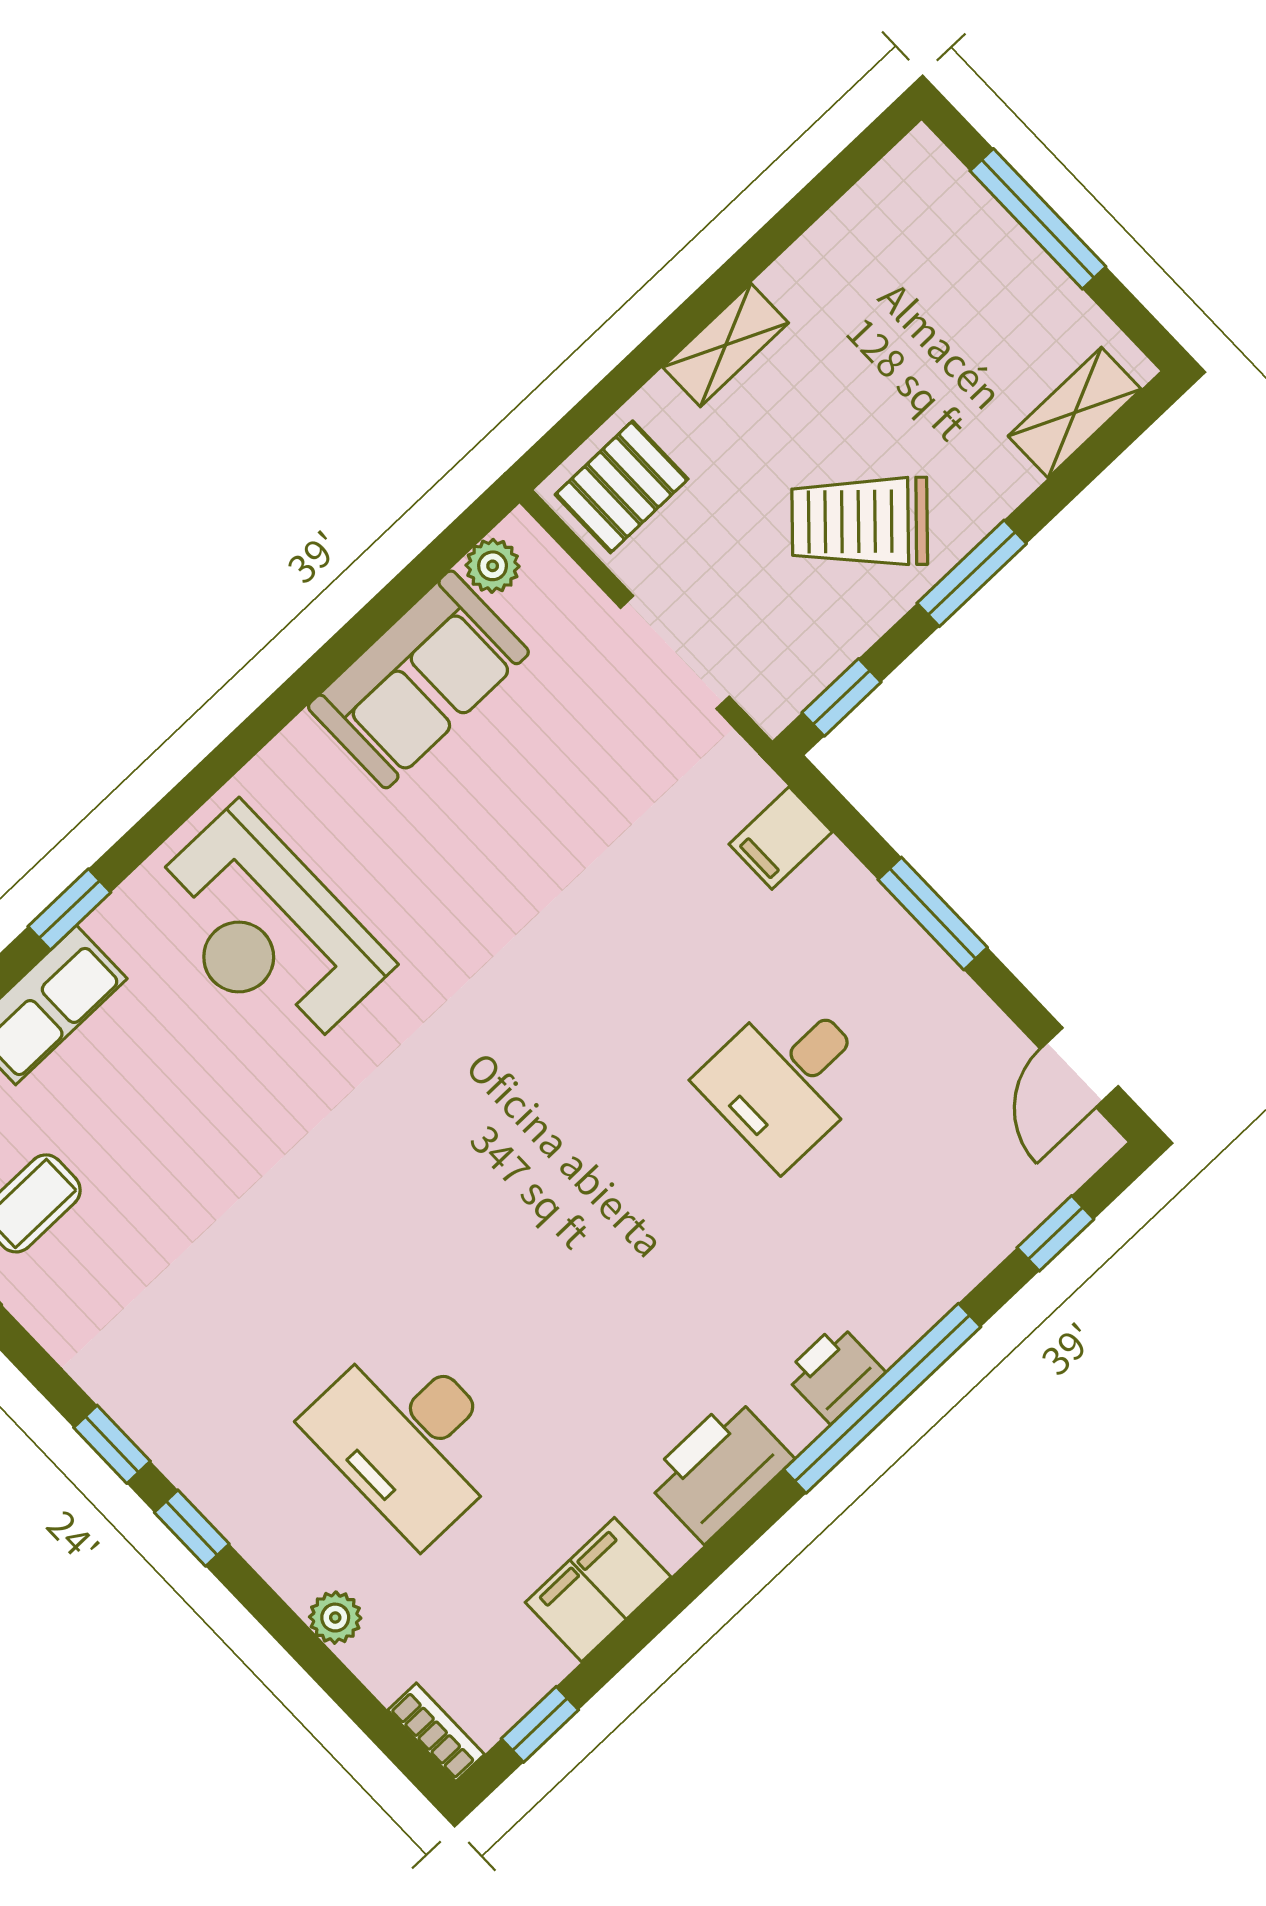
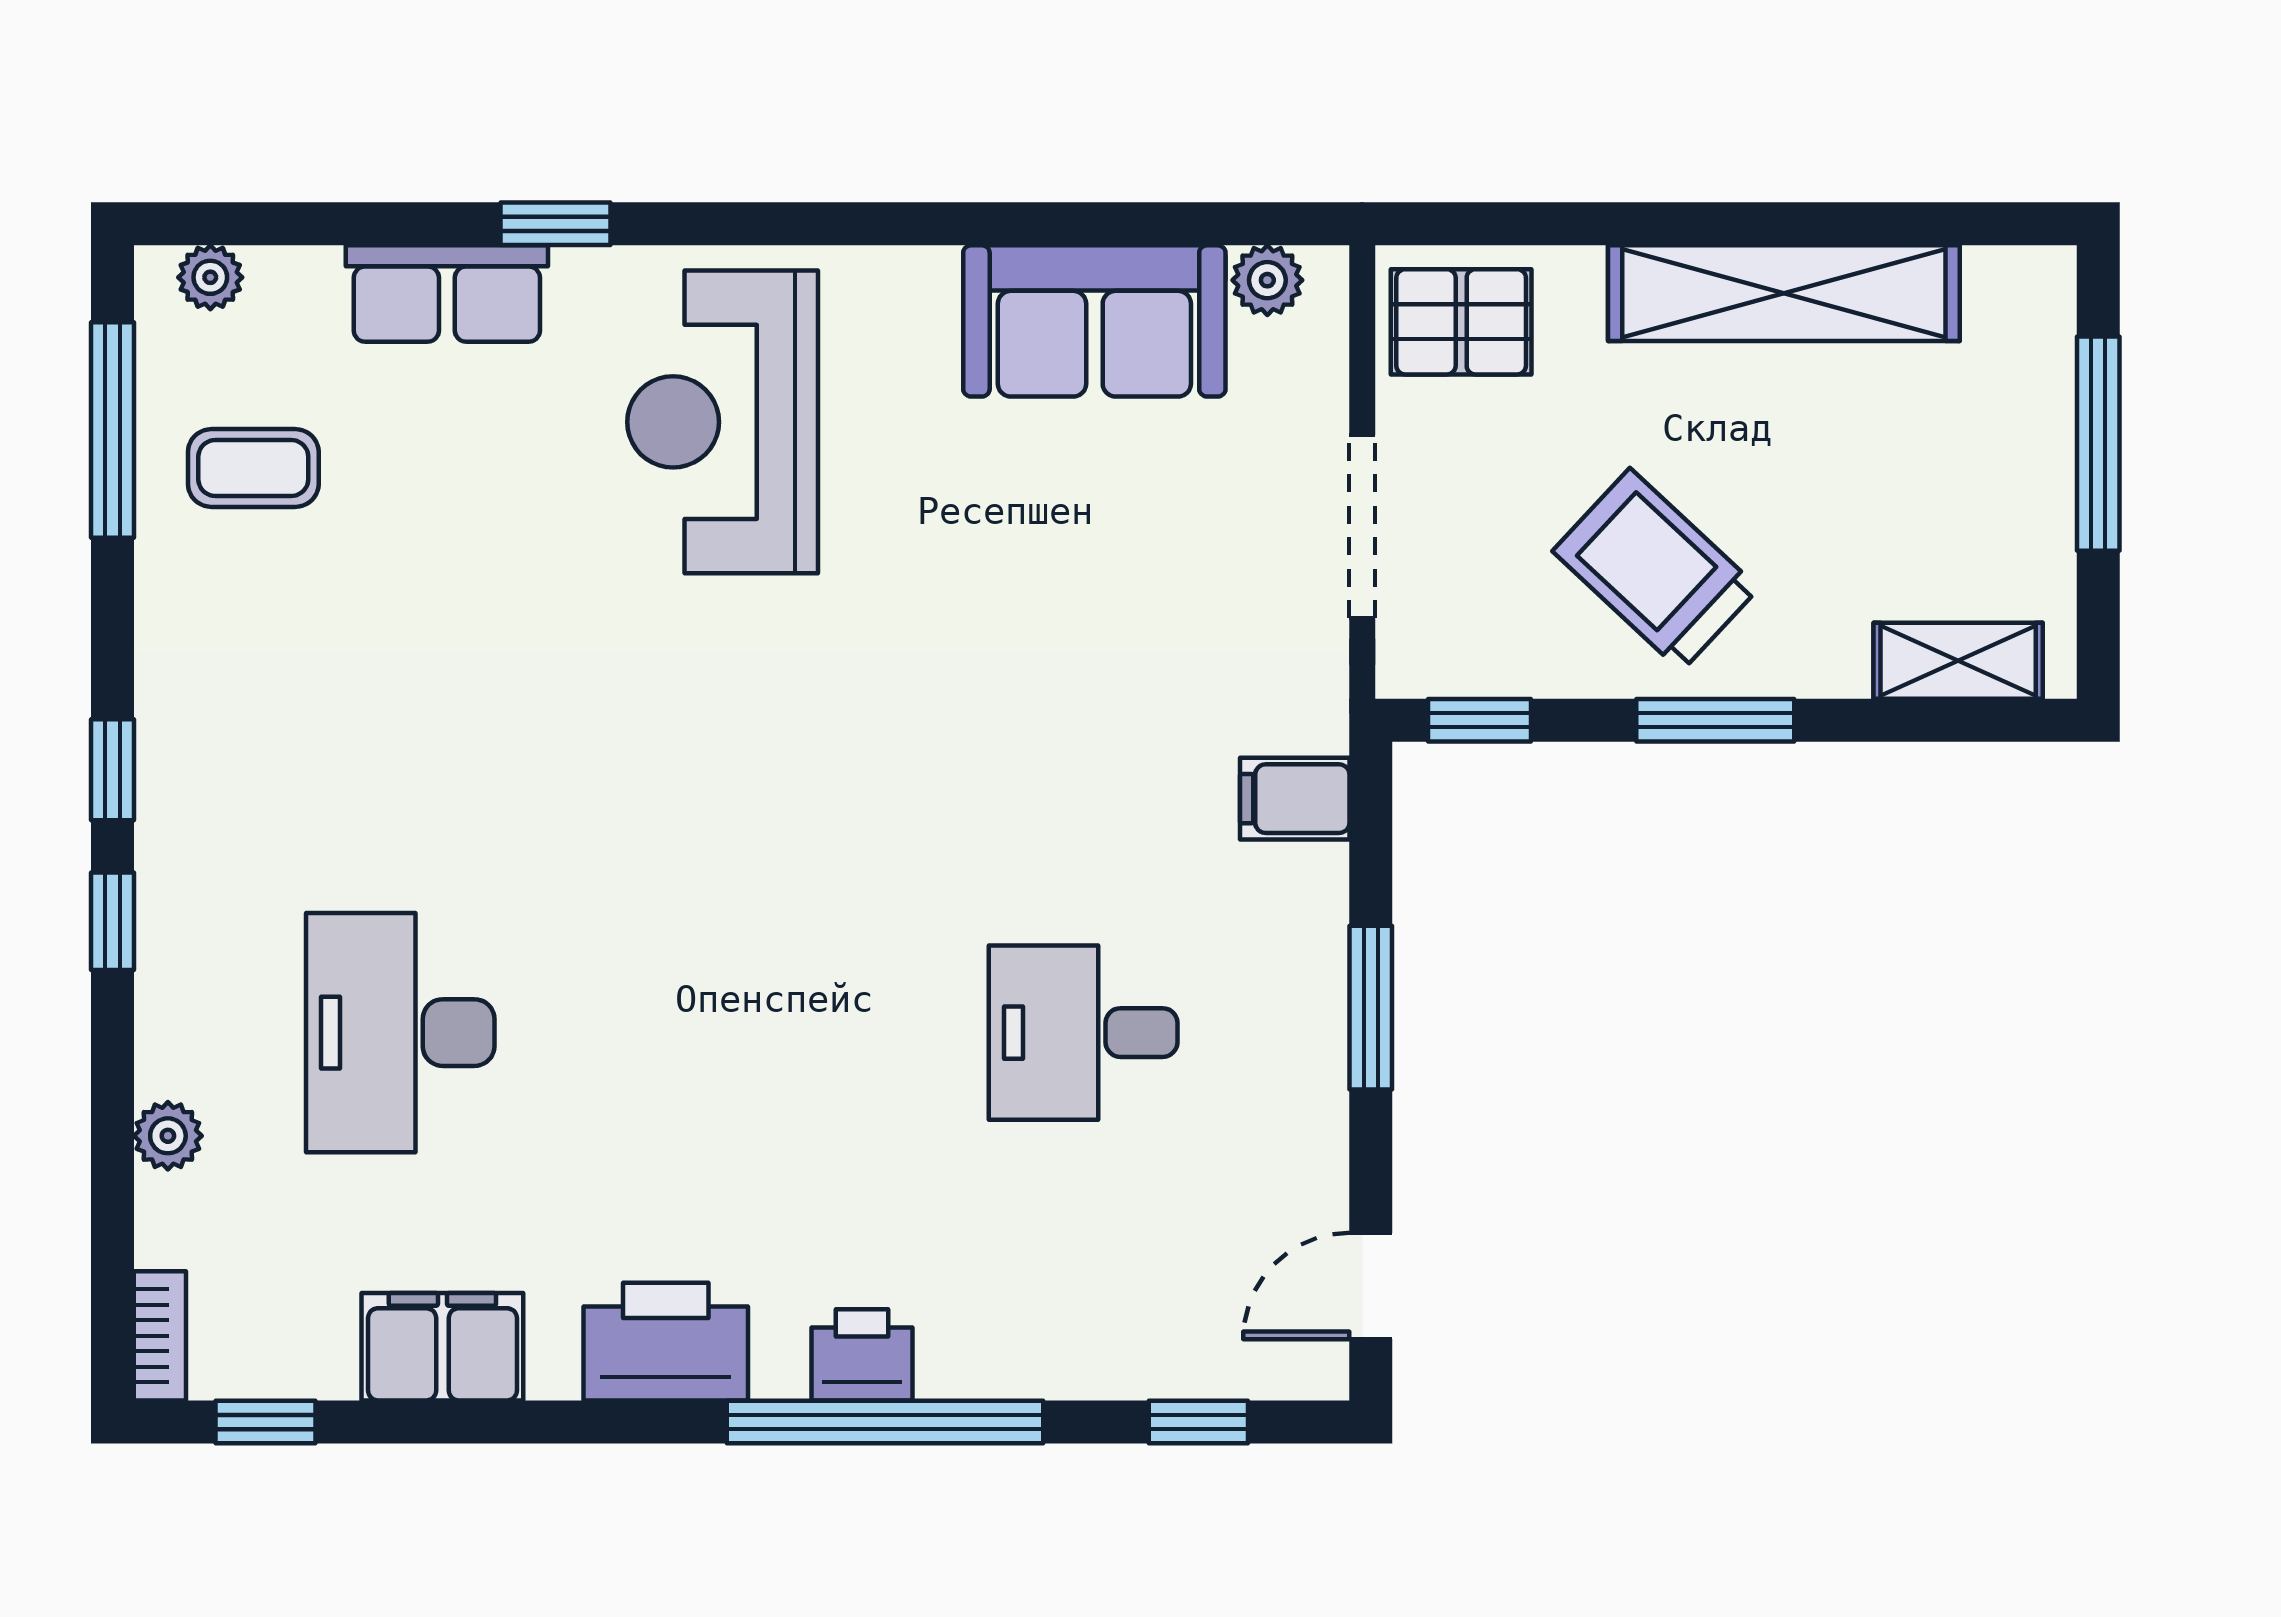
shelving: (726, 345) -> (1784, 293), width x2.20, depth x1.33

